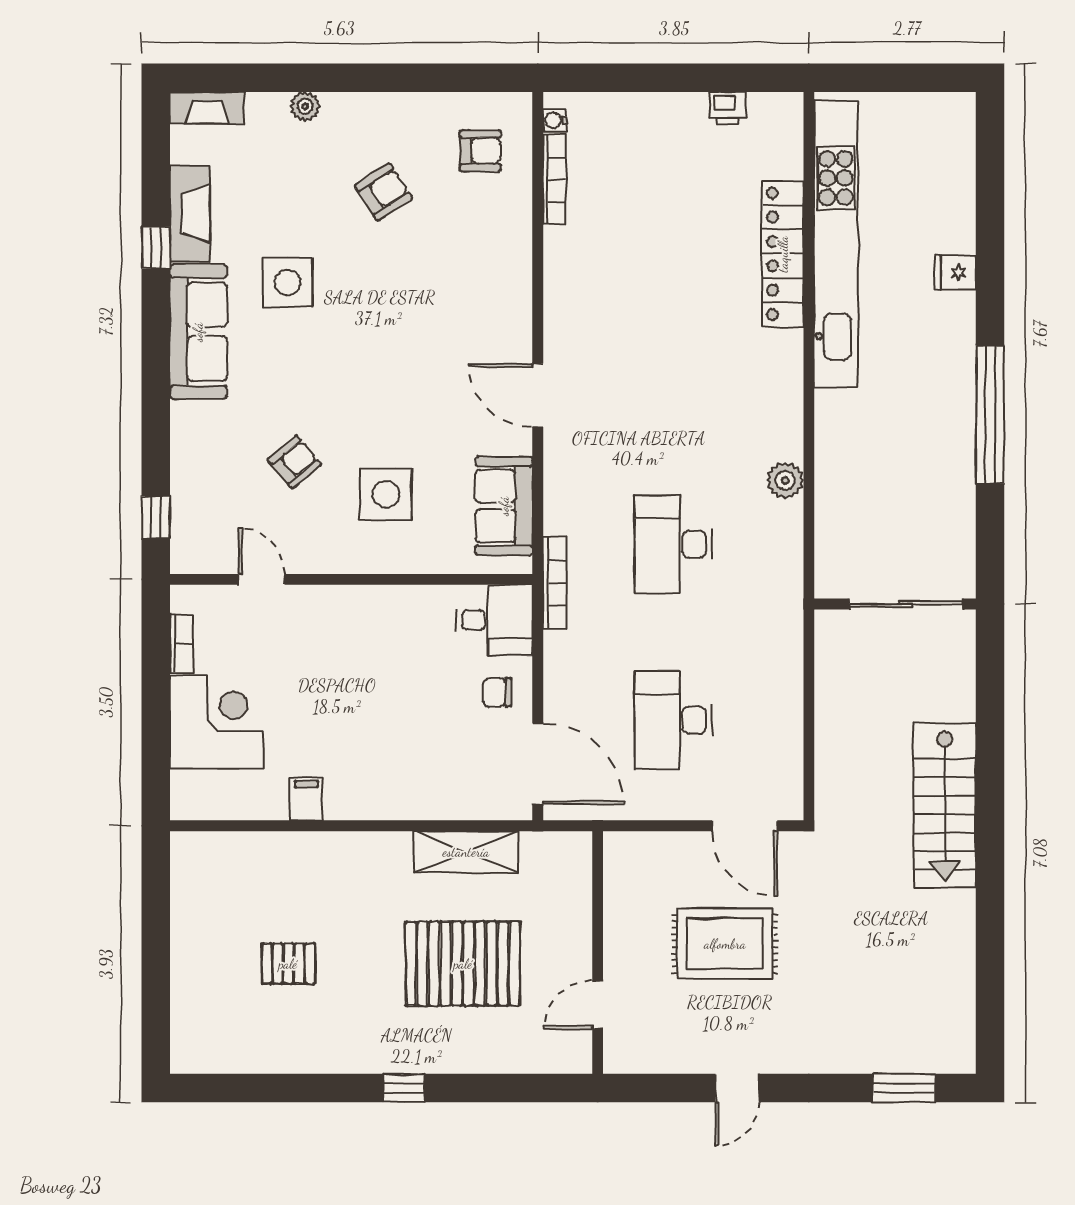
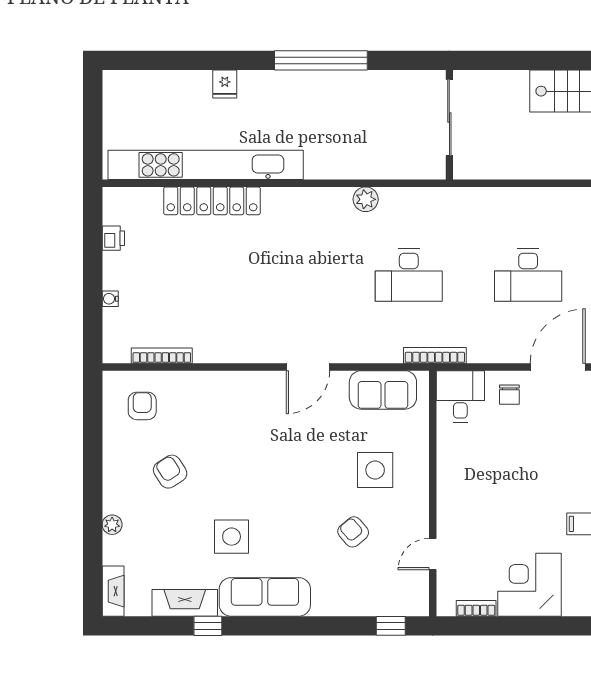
water cooler: (555, 120) -> (110, 299), moved, turned 90

